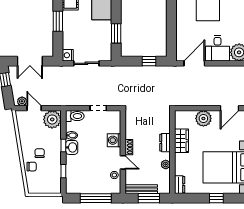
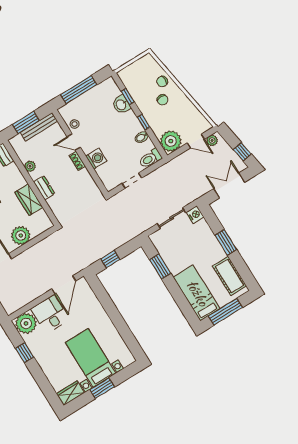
washbasin: (72, 147) -> (121, 105), moved

